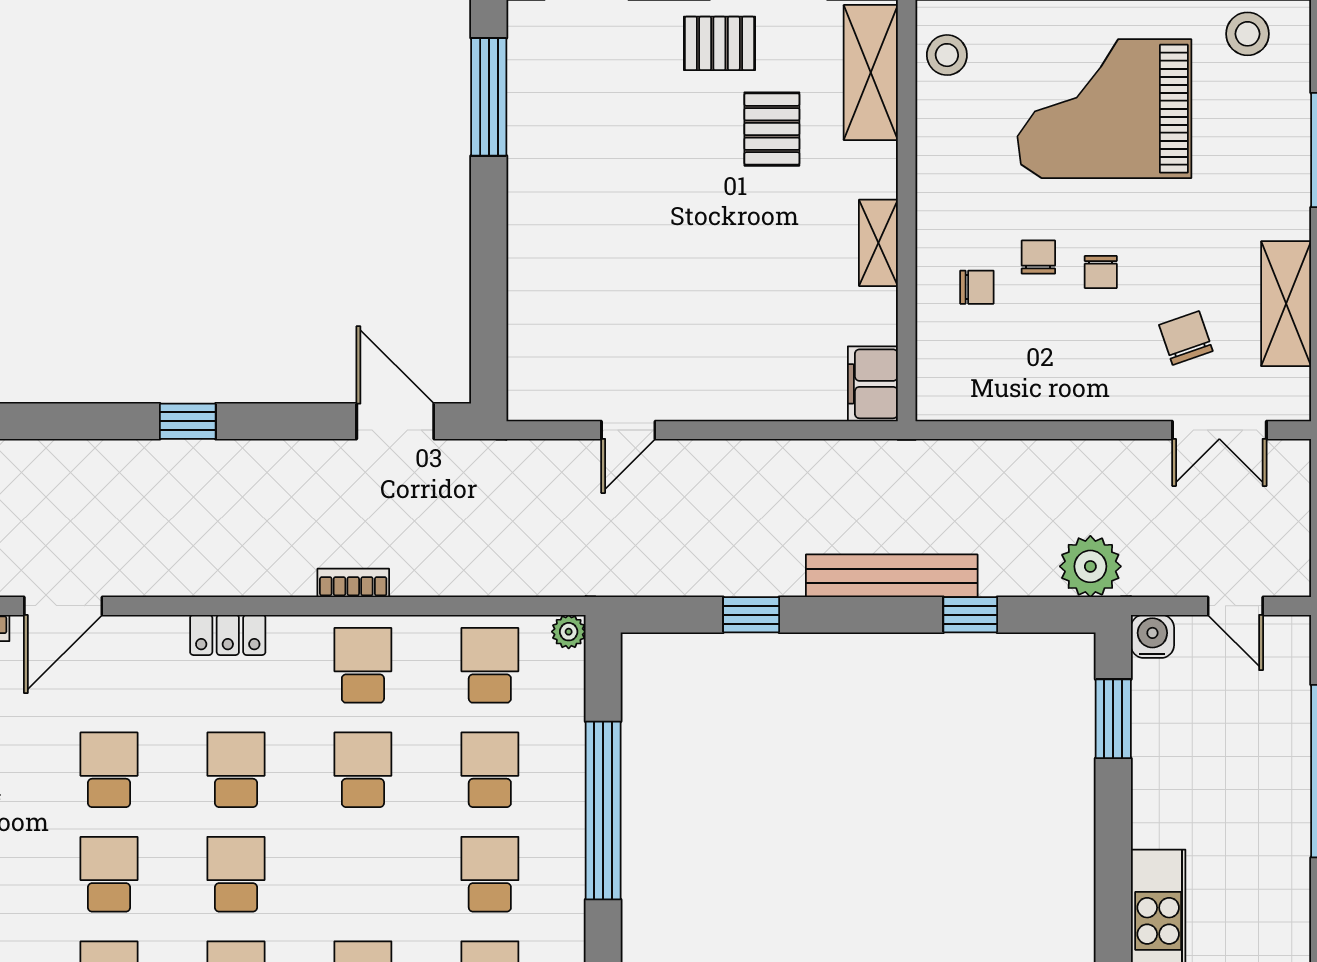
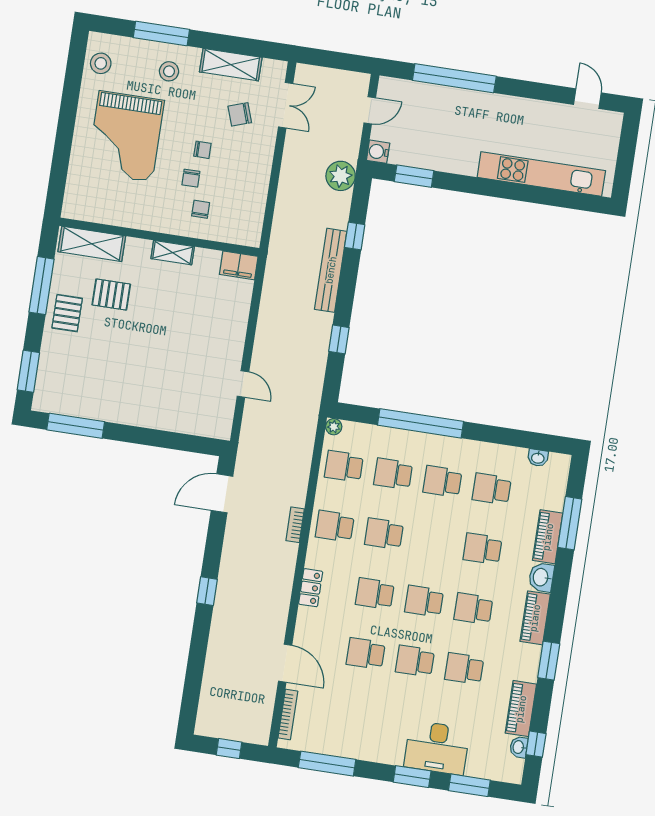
stool: (947, 55) -> (169, 71), moved
chair: (1038, 257) -> (191, 178), turned -90

